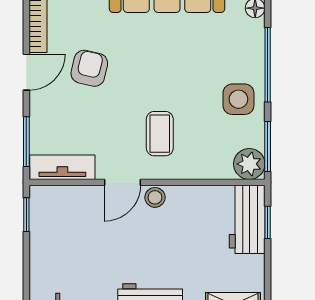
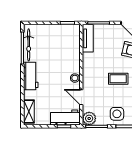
coffee table: (160, 134) -> (118, 79), moved
door: (122, 182) -> (81, 97), moved

